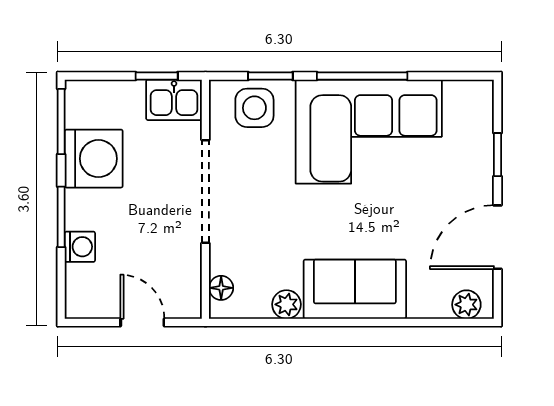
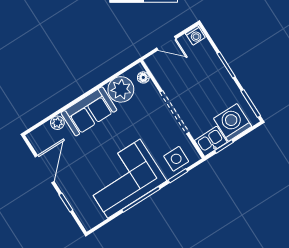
washing machine: (94, 159) -> (233, 122), moved, turned 90
washing machine: (80, 247) -> (195, 35), moved, turned -90
plant: (286, 304) -> (121, 89), width x1.88, depth x1.88
plant: (466, 305) -> (57, 123), moved

